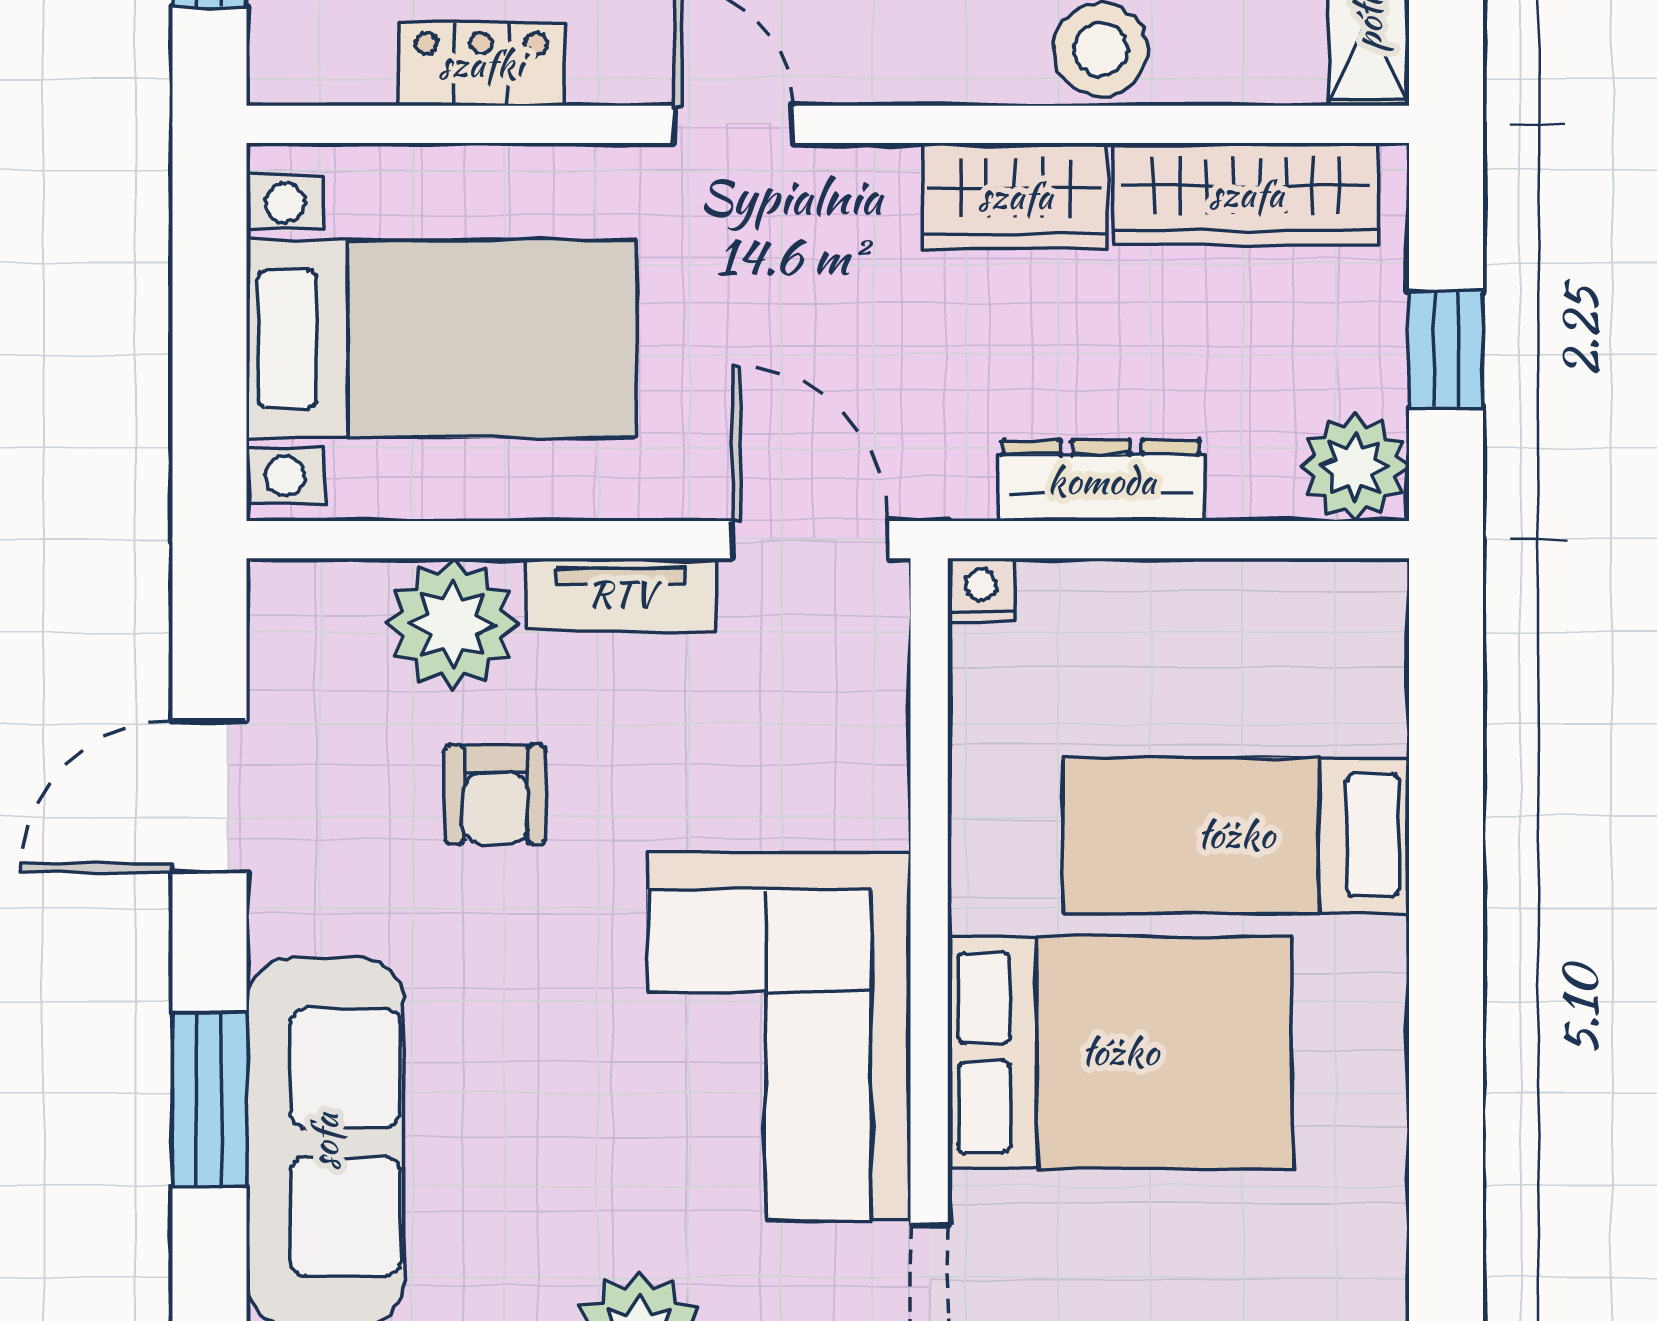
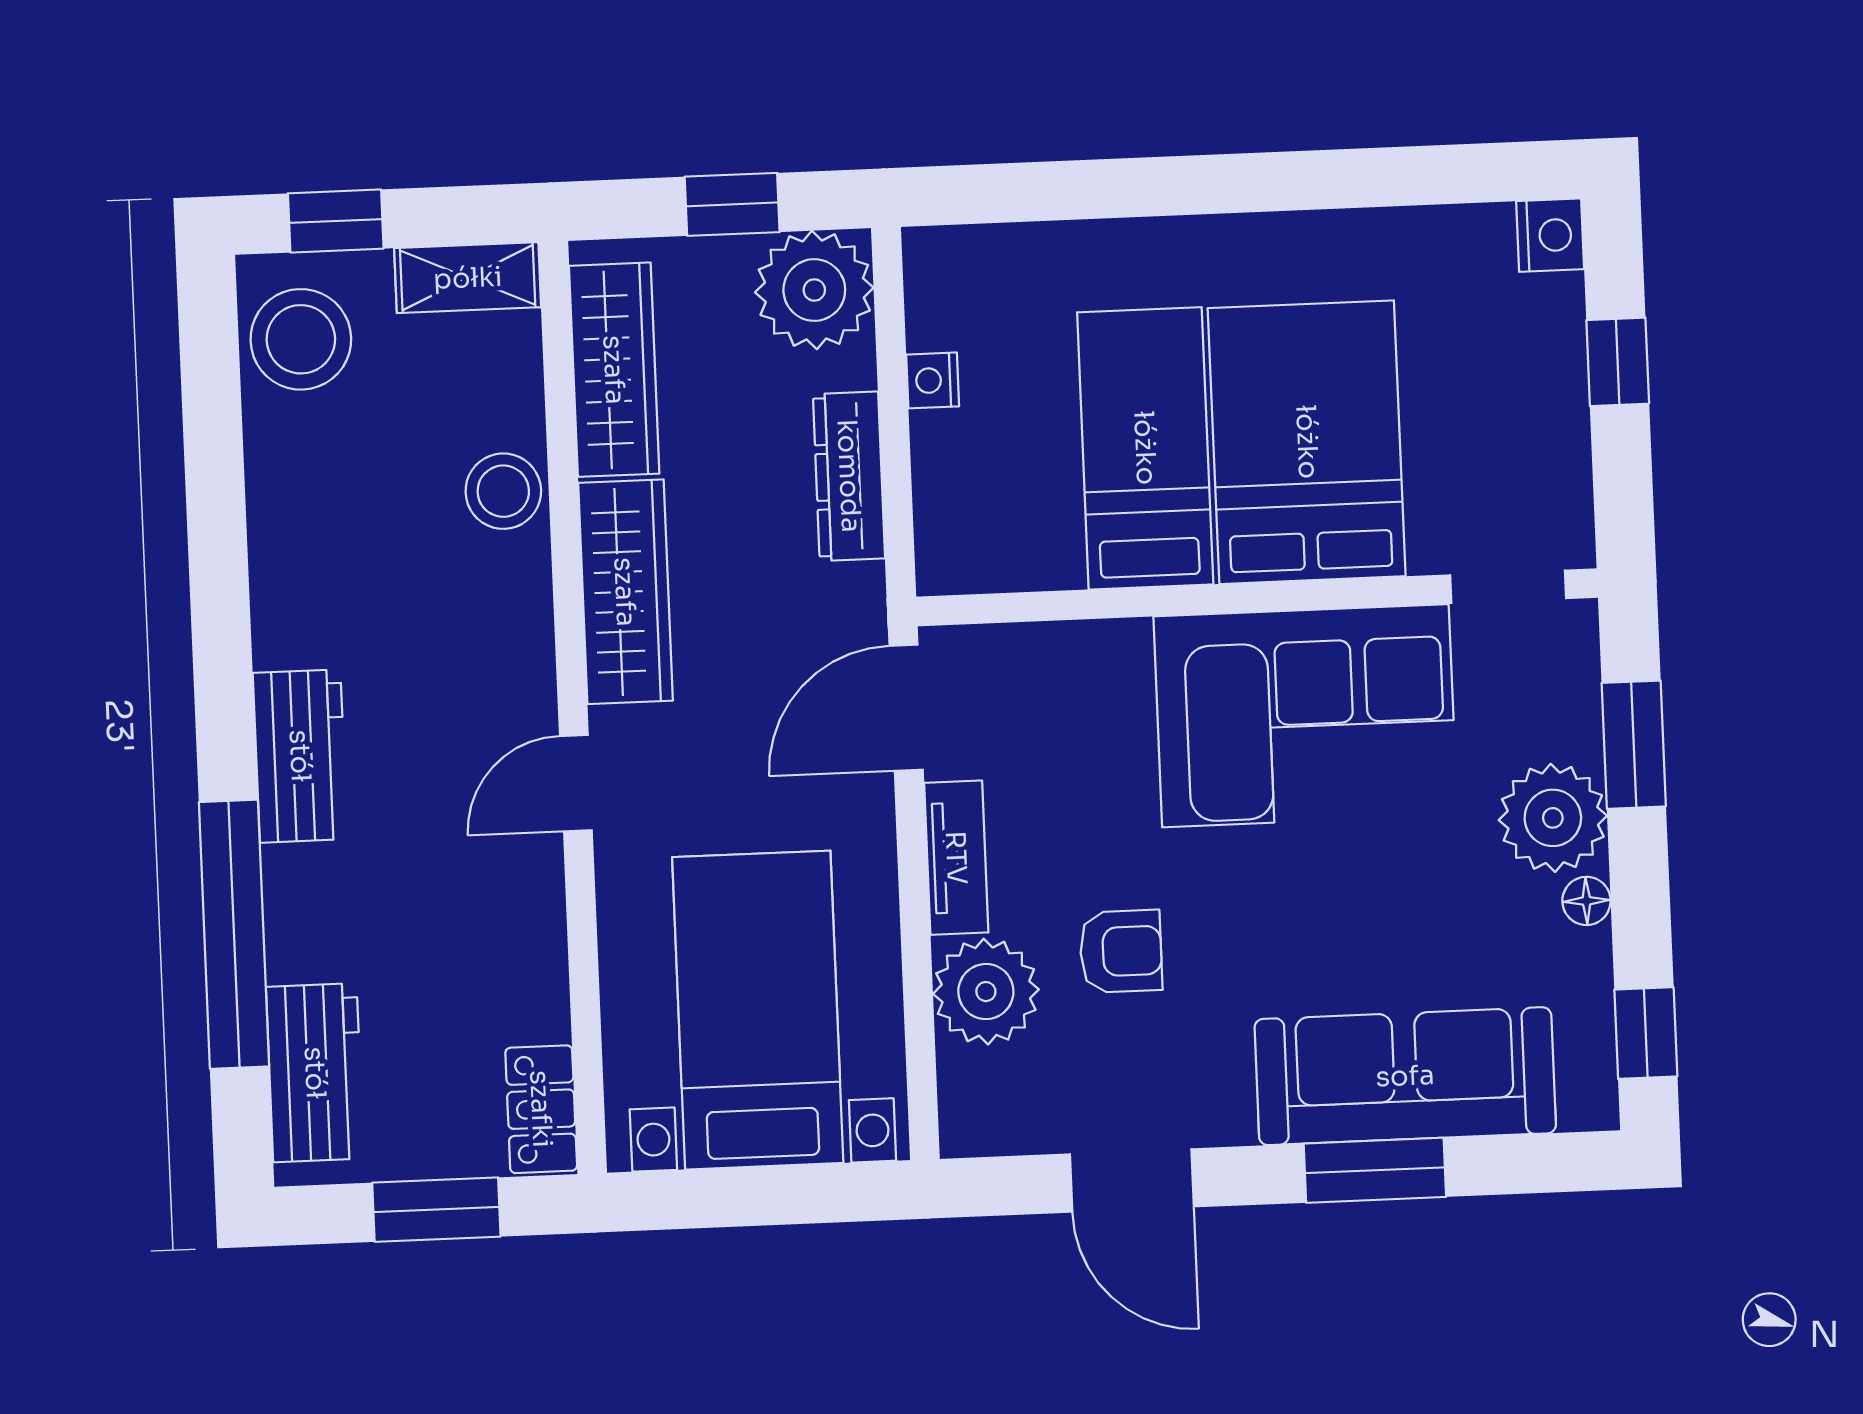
locker: (481, 64) -> (541, 1109), moved
wardrobe: (1015, 196) -> (625, 592), width x1.50
plant: (1355, 467) -> (814, 290), width x1.36, depth x1.36
nightstand: (981, 590) -> (933, 380), moved
bed: (1236, 835) -> (1145, 448), moved, turned 180

